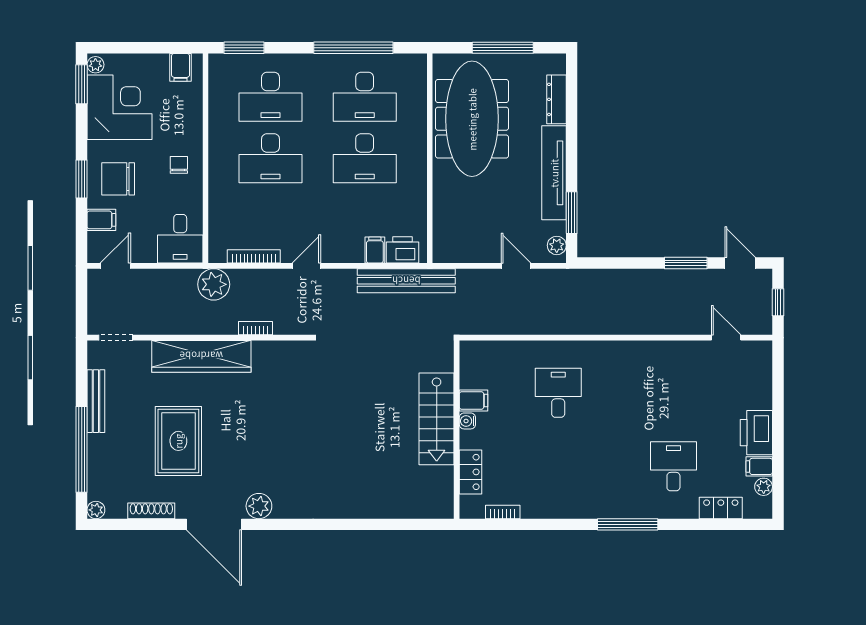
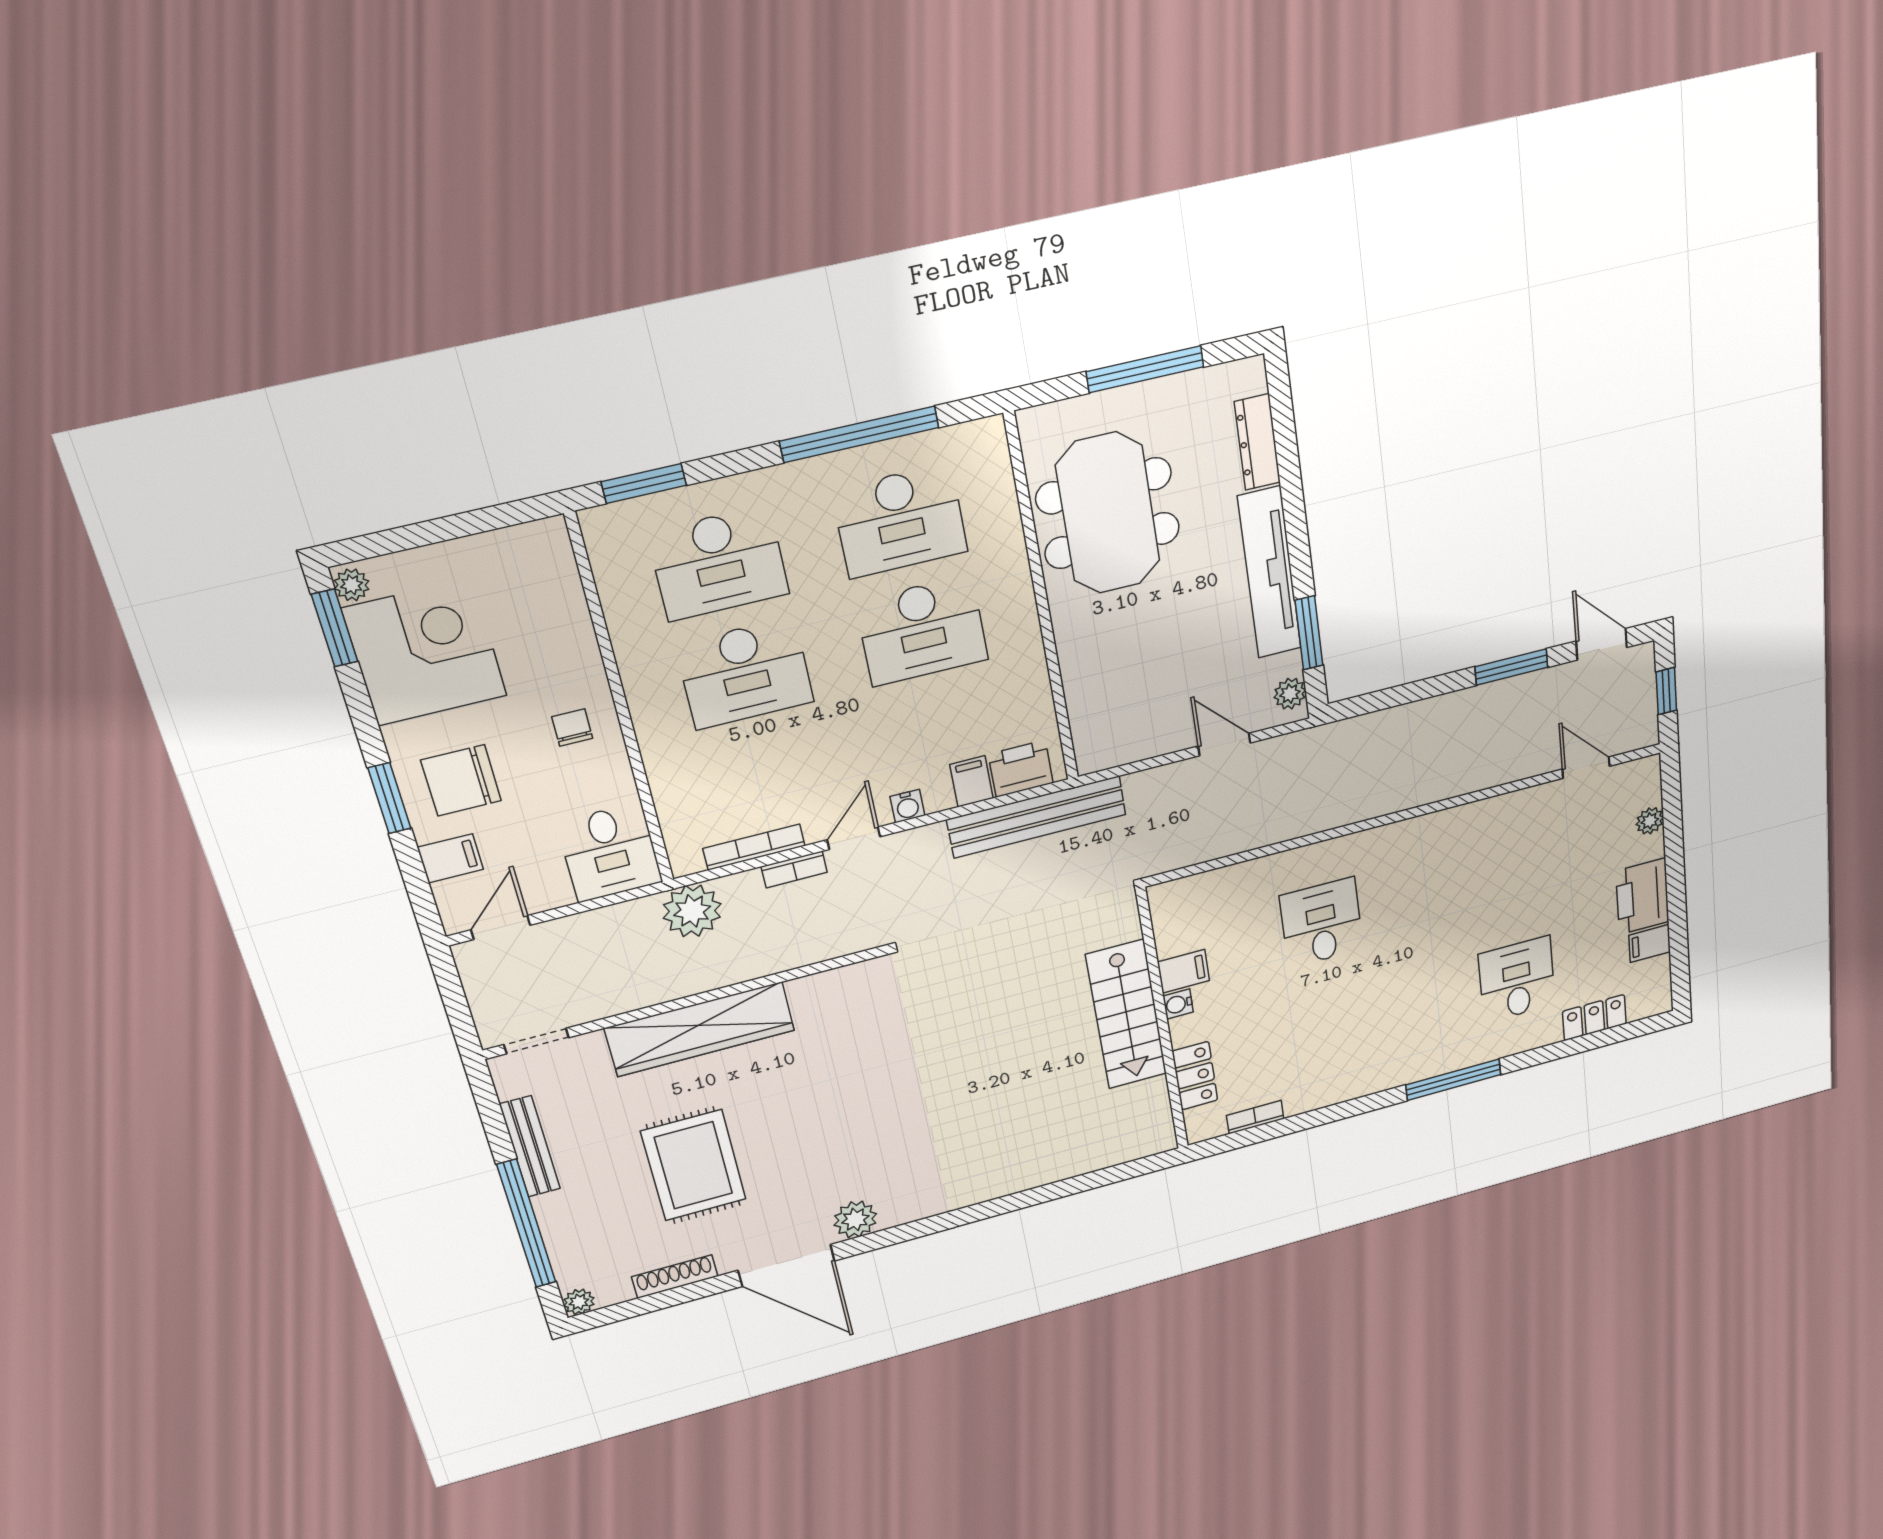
filing cabinet: (181, 67) -> (526, 550), removed
meeting table: (472, 119) -> (1108, 513), width x0.73
water cooler: (338, 255) -> (907, 806), added
bookcase: (255, 328) -> (794, 869), moved, turned 180
plant: (764, 487) -> (1650, 821), moved

